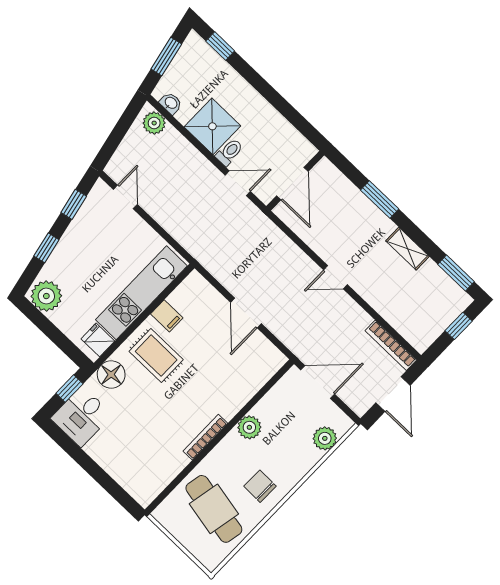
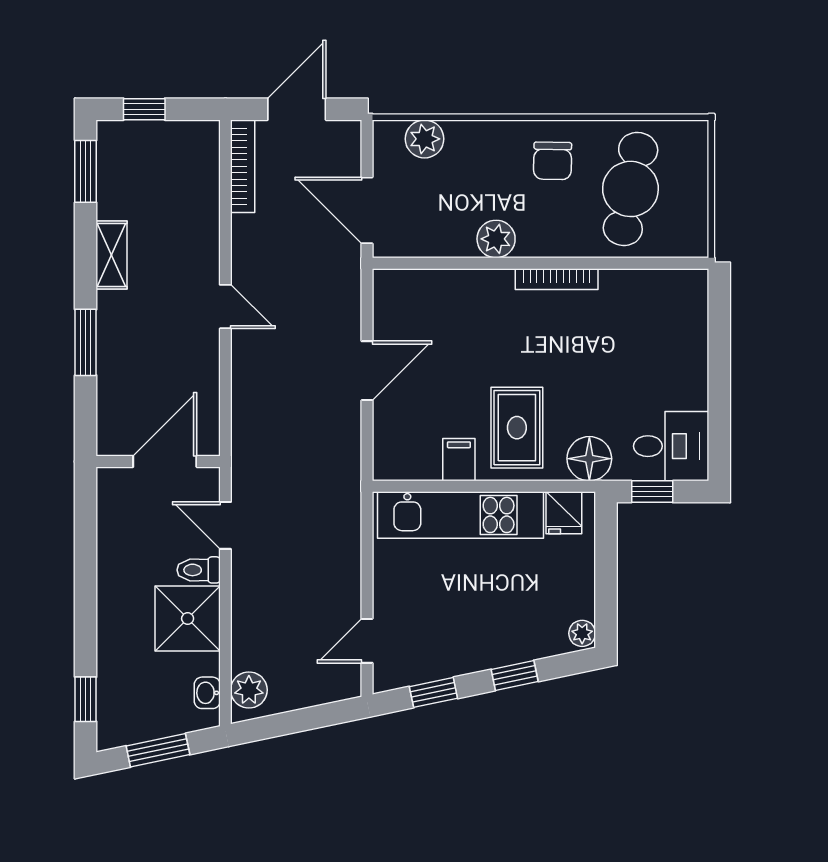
plant: (46, 296) -> (582, 633), width x0.53, depth x0.53

